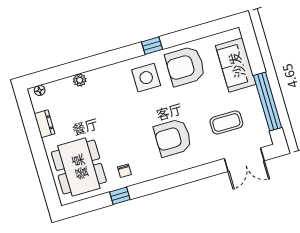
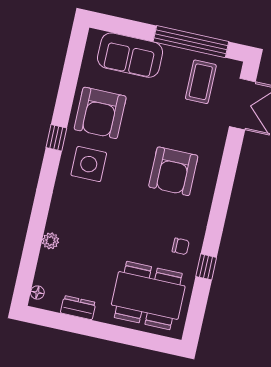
coffee table: (226, 123) -> (201, 82), moved

